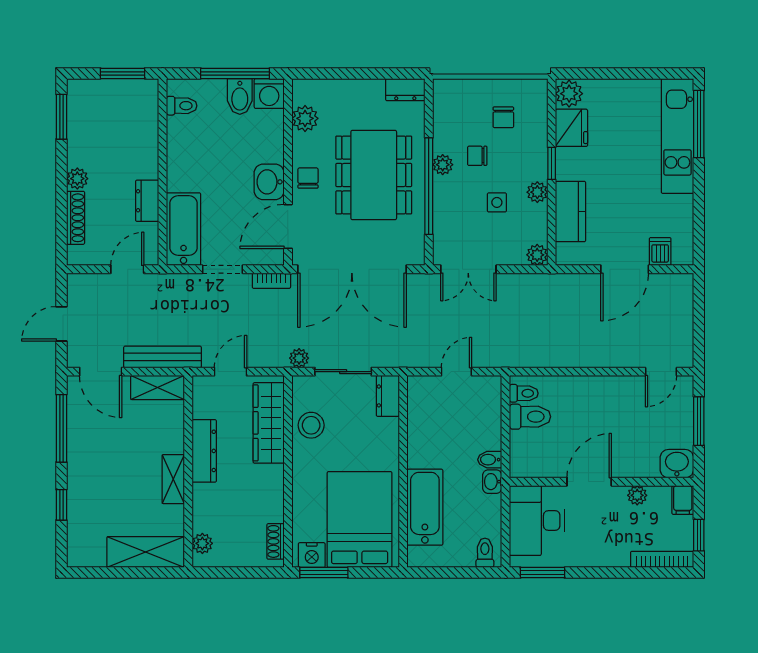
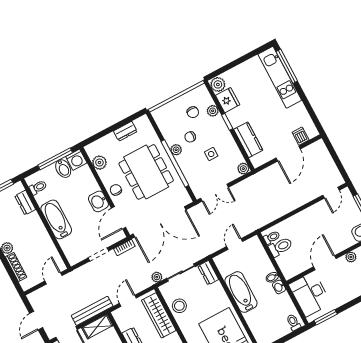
dresser: (405, 90) -> (125, 131), moved
plant: (537, 192) -> (213, 111), moved
dresser: (147, 201) -> (25, 203), moved
bathtub: (184, 229) -> (56, 219), moved
bathtub: (425, 507) -> (241, 292), moved

